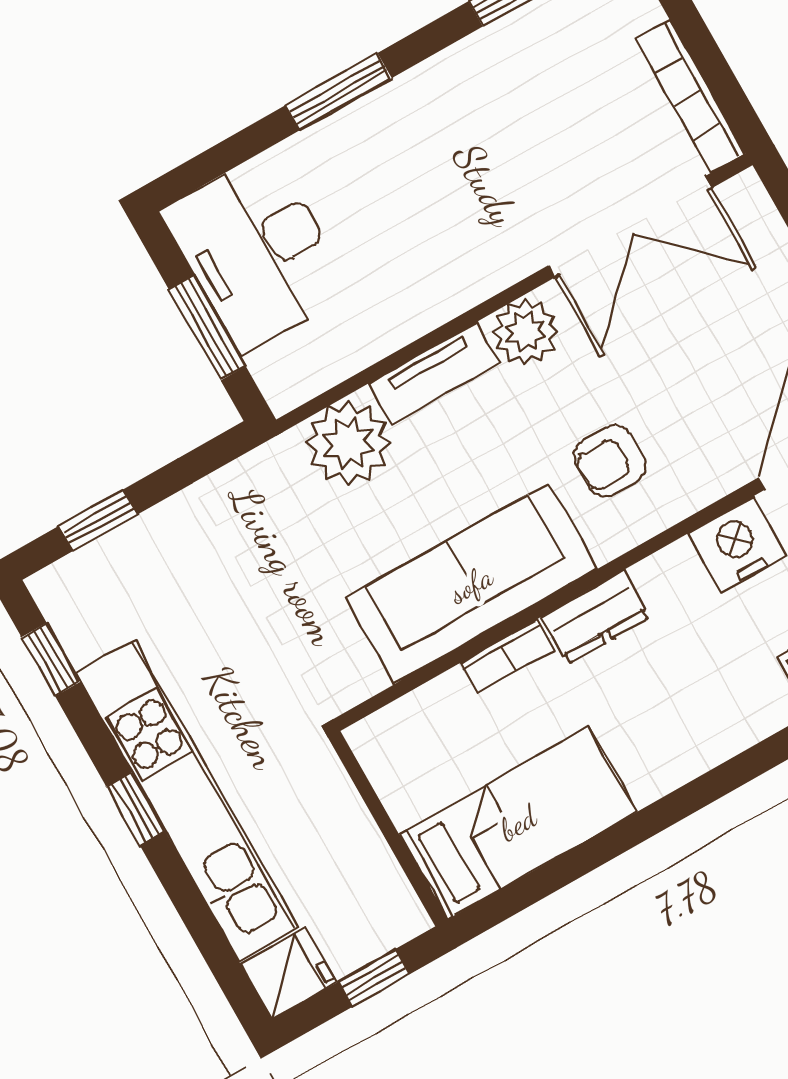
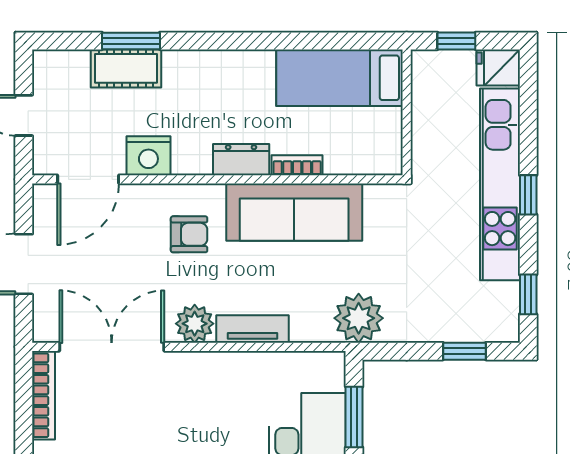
plant: (349, 443) -> (359, 318), moved

